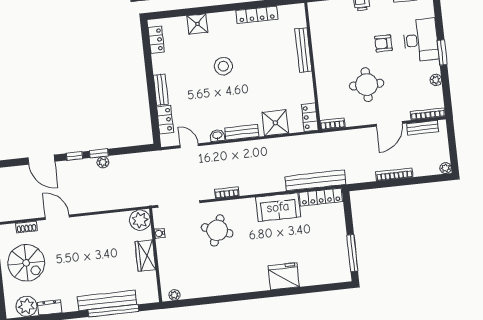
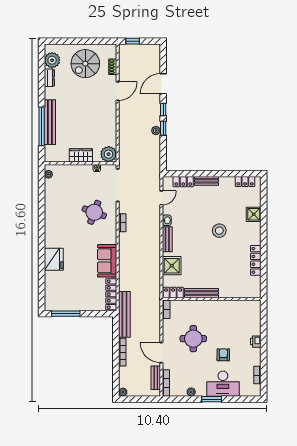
bench: (303, 50) -> (202, 293), moved
bench: (315, 180) -> (124, 314), moved

